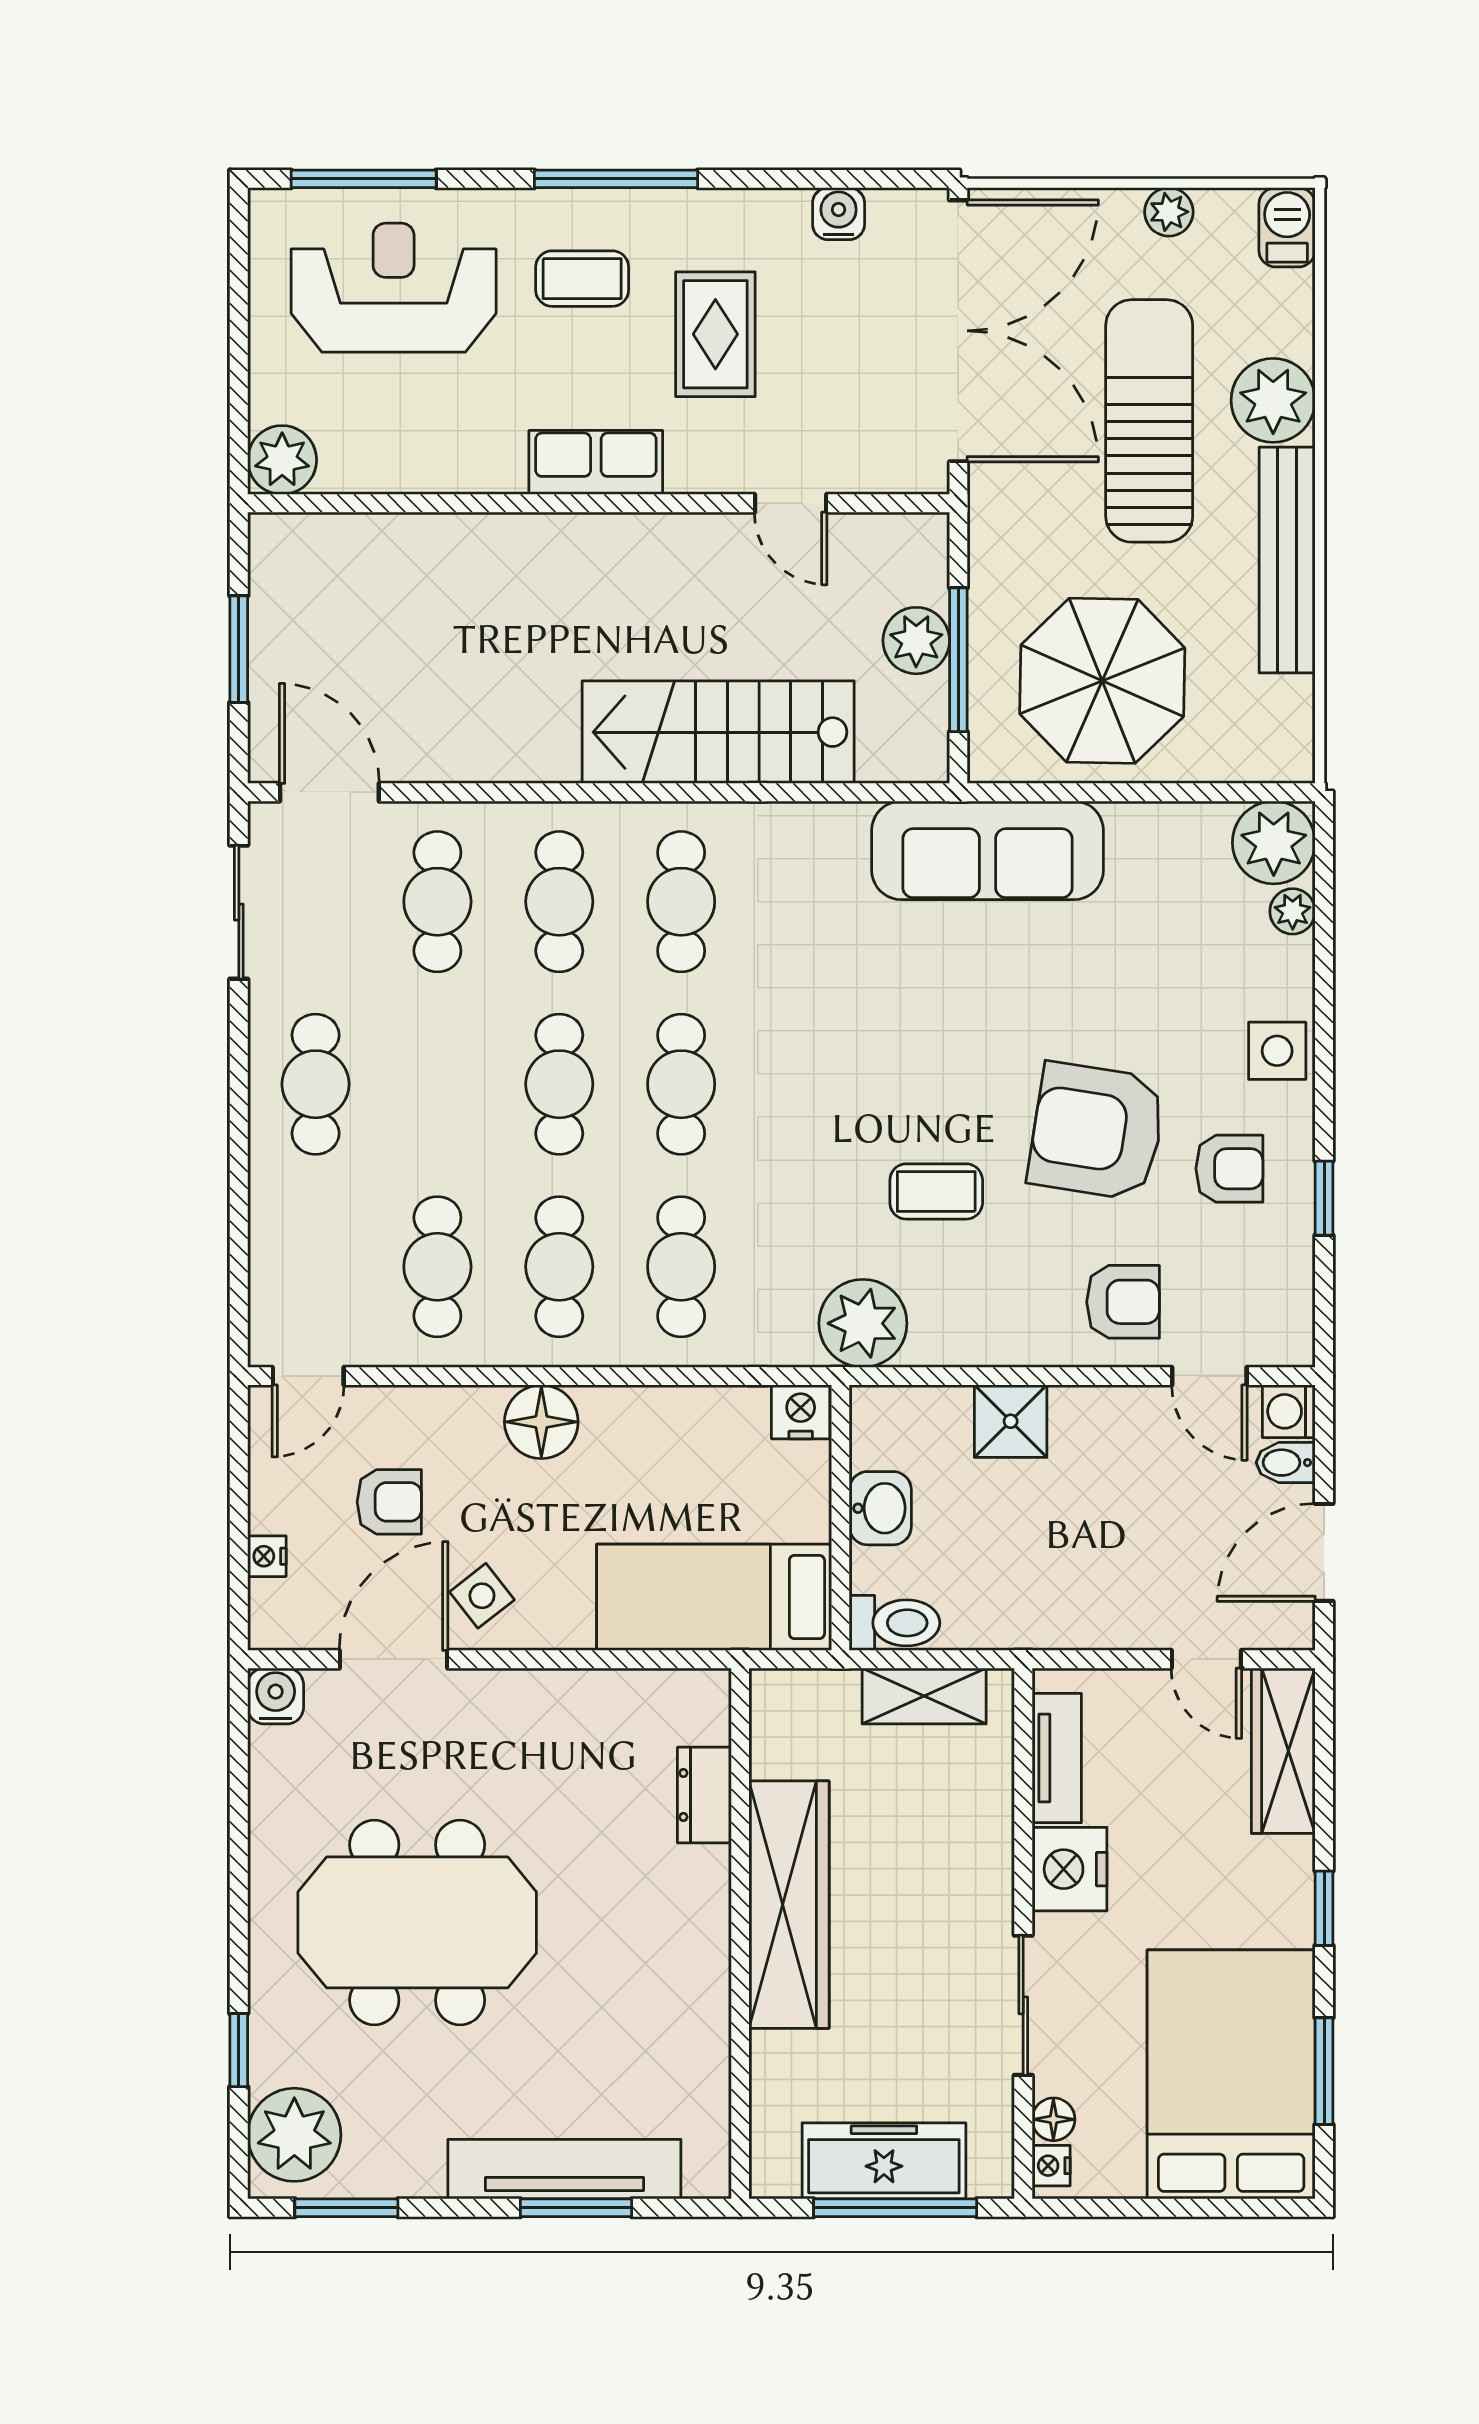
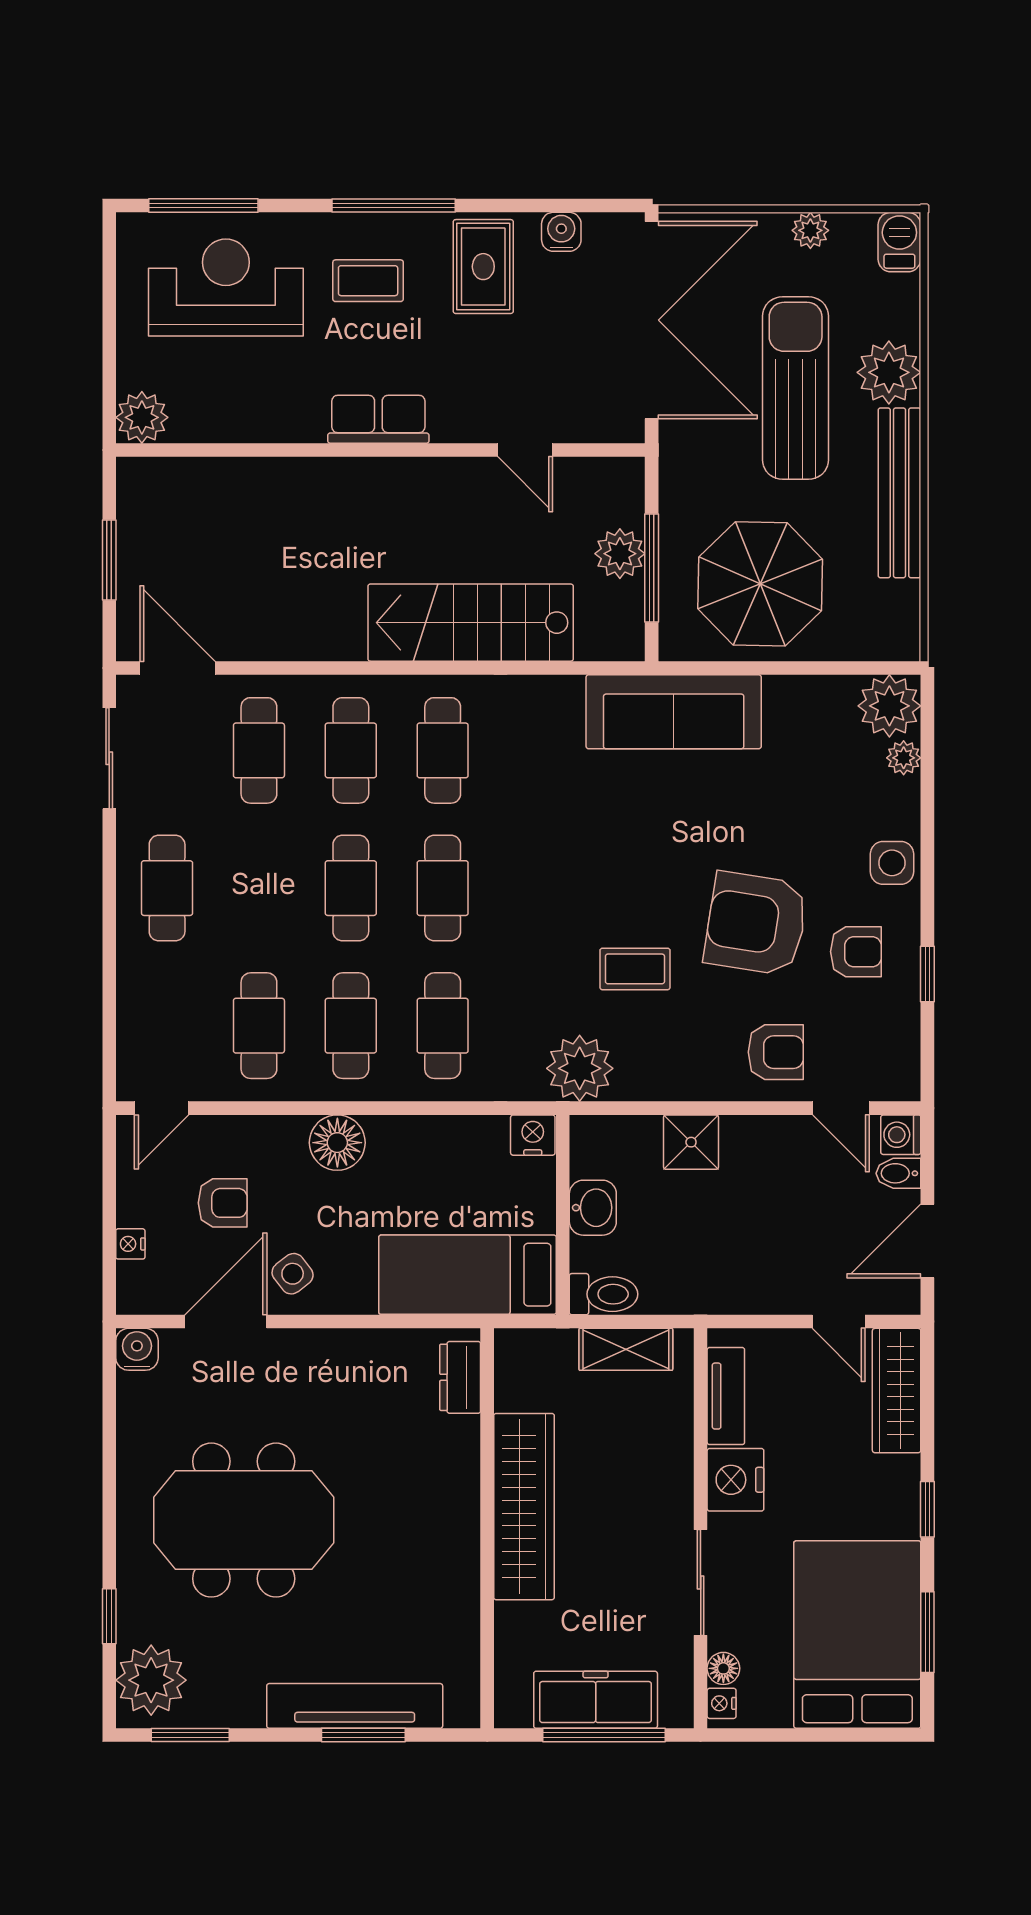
rug: (715, 334) -> (483, 267), moved
dresser: (704, 1795) -> (460, 1377), moved

